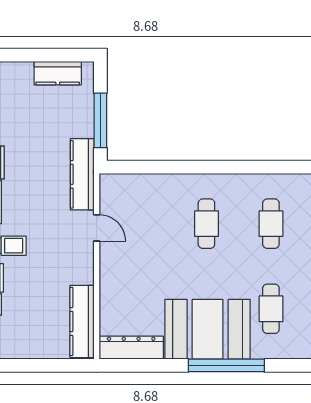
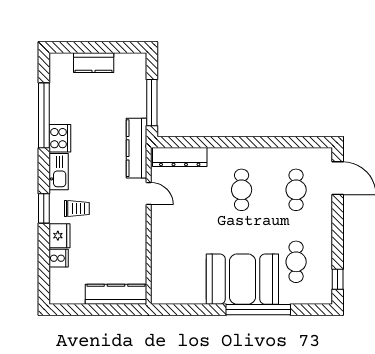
kitchen counter: (58, 73) -> (94, 63), moved
kitchen counter: (82, 321) -> (116, 294), moved, turned 90
dresser: (131, 348) -> (180, 157), moved, turned 180

